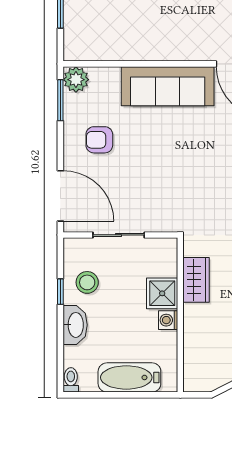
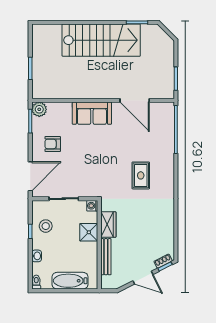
sofa: (168, 86) -> (92, 113), width x0.73
door: (60, 196) -> (30, 176), hinge flipped
washing machine: (168, 320) -> (92, 206), moved
washbasin: (75, 325) -> (37, 256), width x0.52, depth x0.69
bench: (192, 336) -> (106, 257), added

